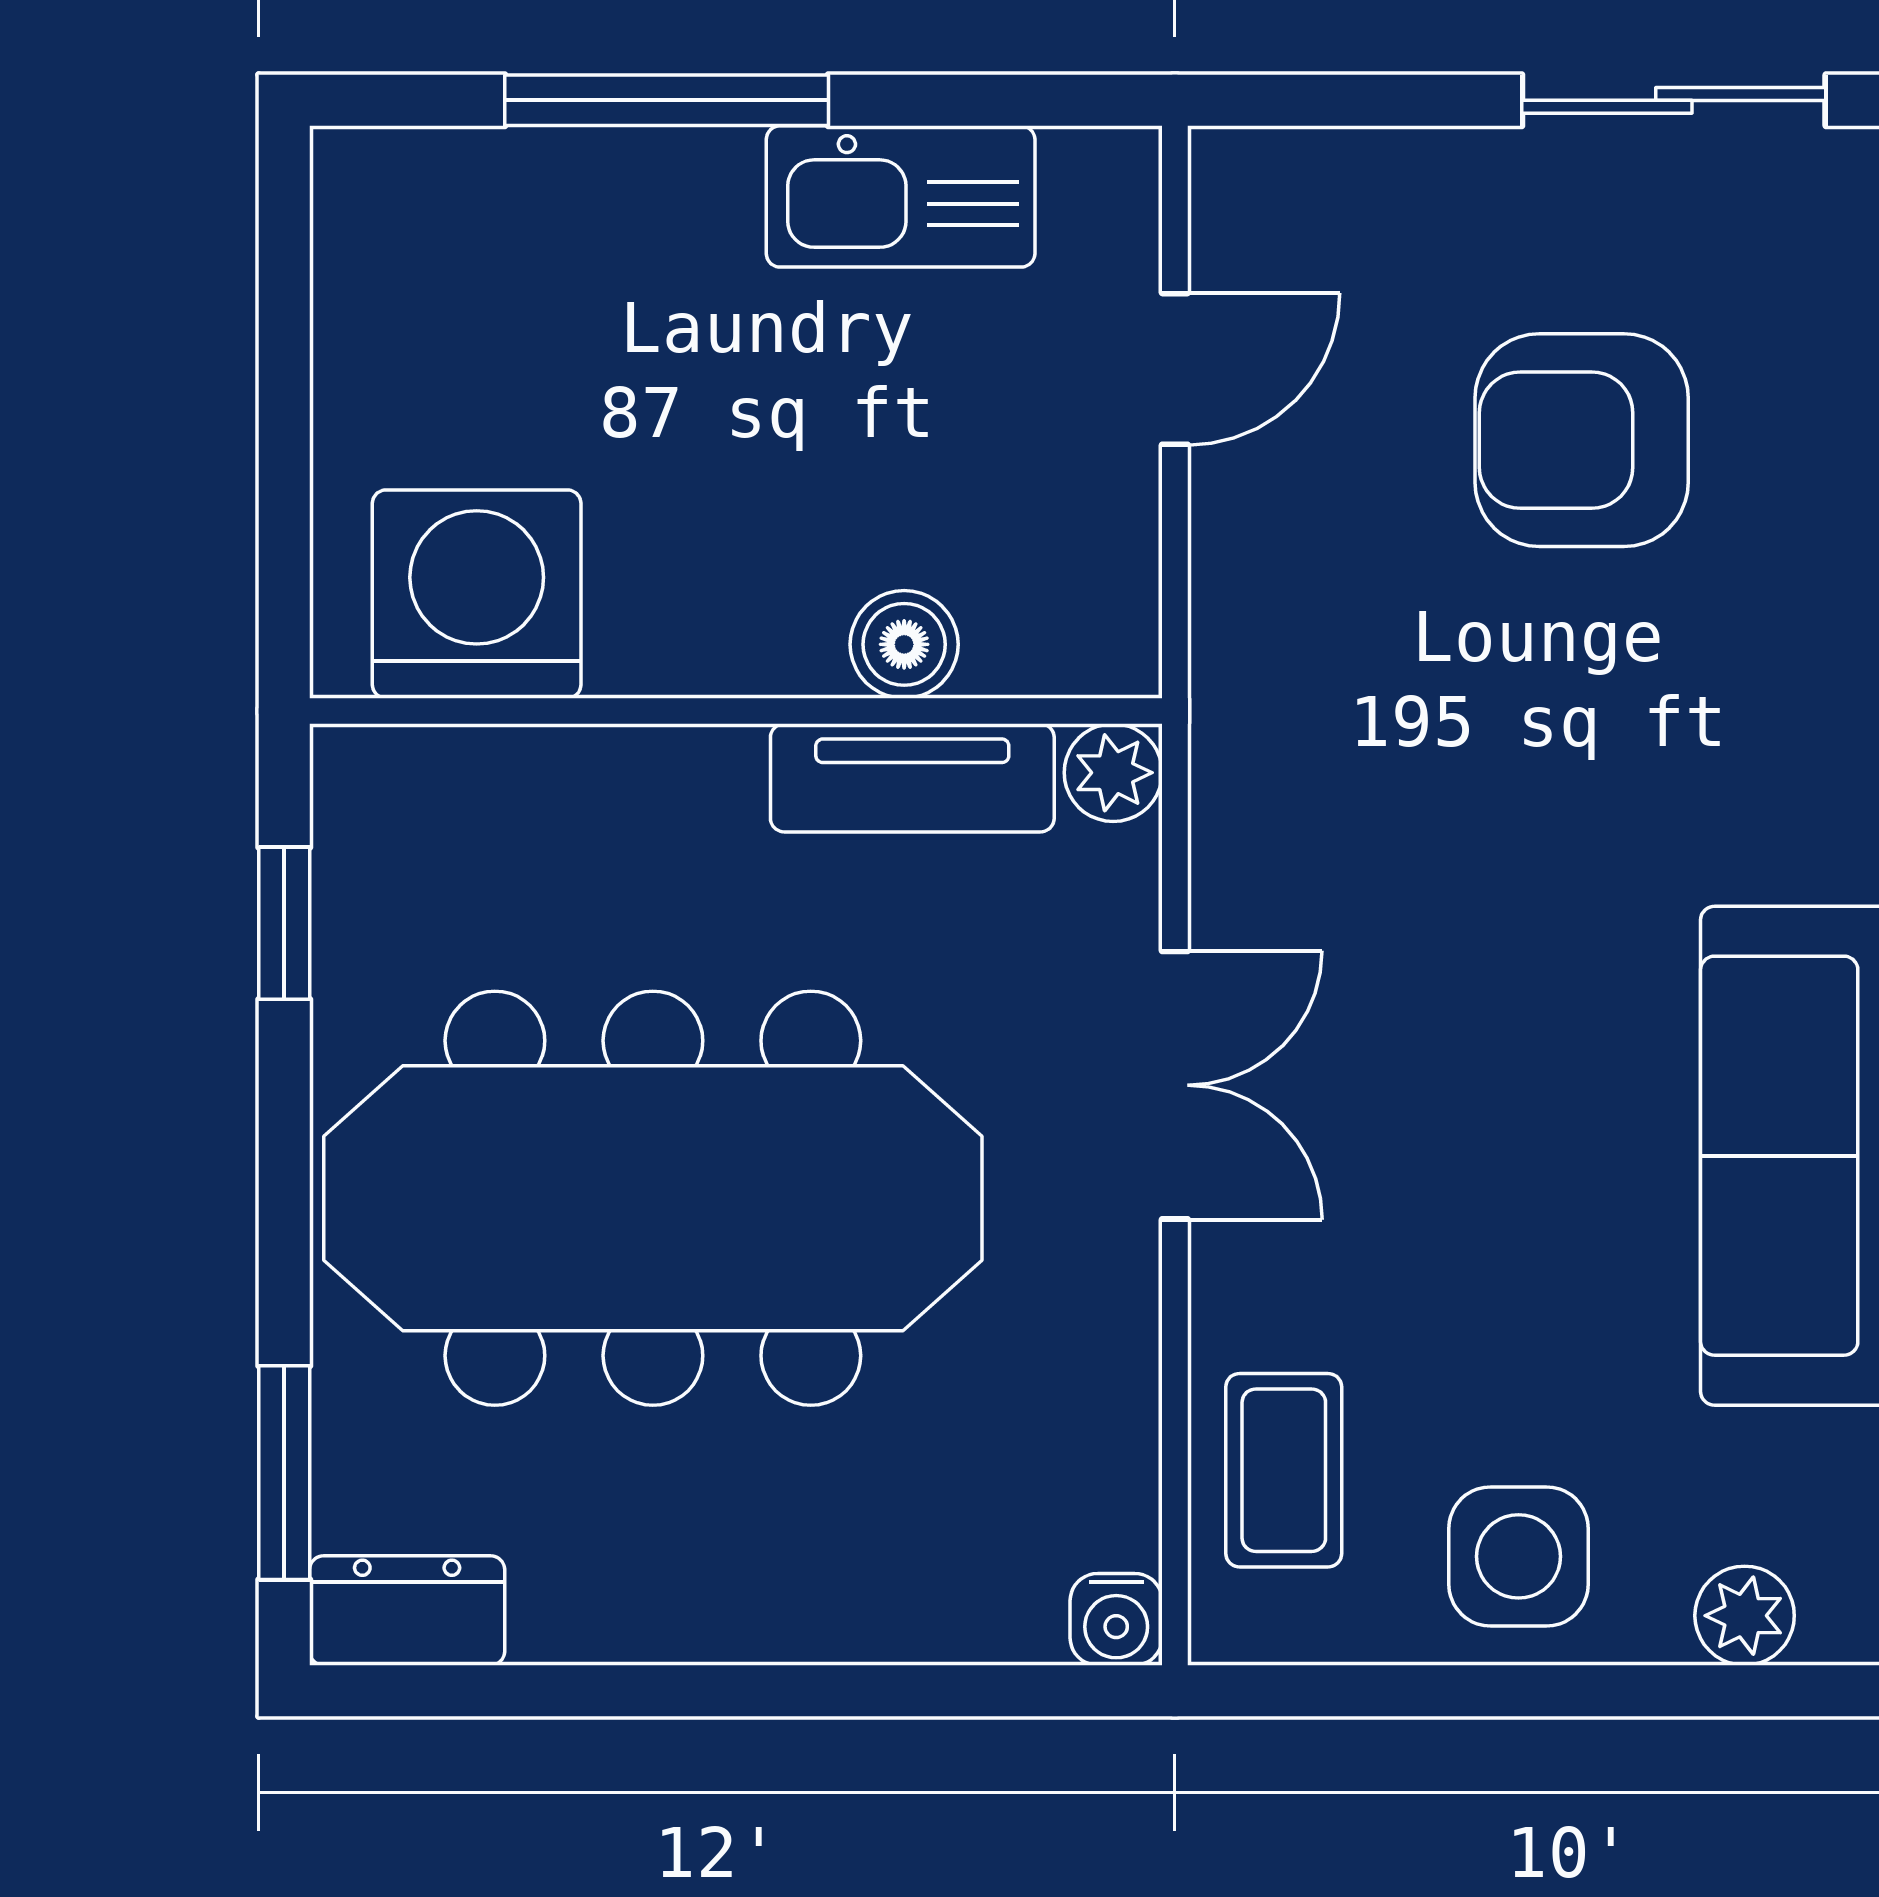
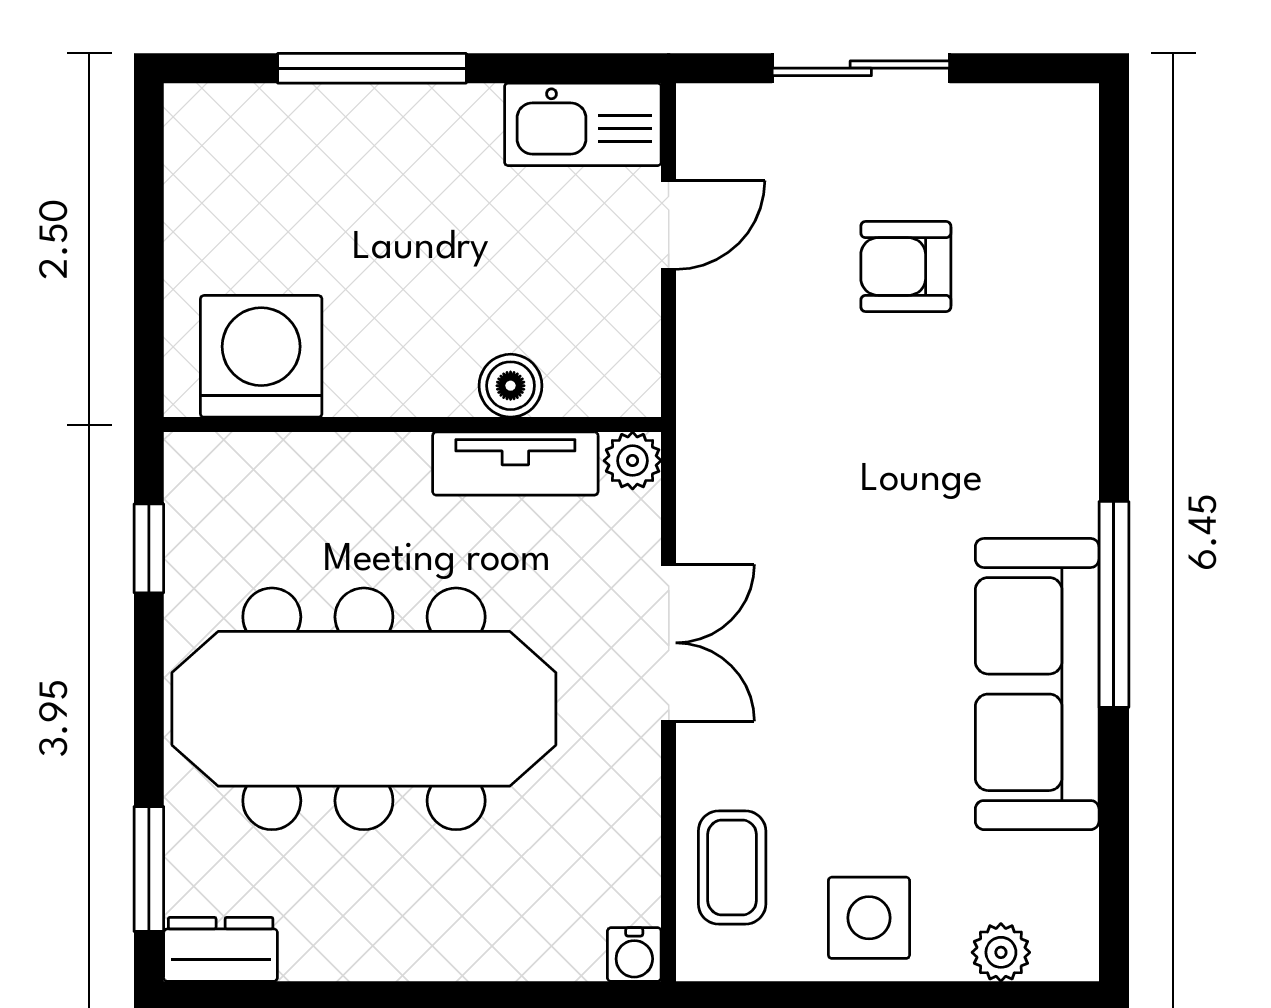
sliding door: (1674, 100) -> (861, 68), moved
kitchen sink: (901, 196) -> (583, 124), moved
armchair: (1582, 440) -> (906, 267), width x0.72, depth x0.72

